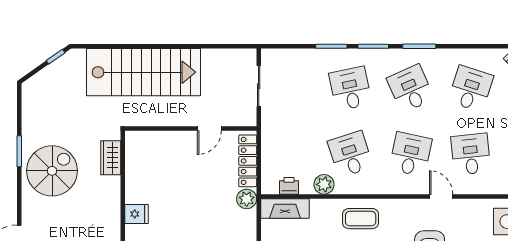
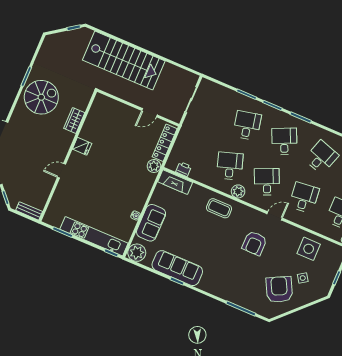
desk: (411, 154) -> (267, 182), turned -36
wardrobe: (111, 158) -> (74, 121), moved
plant: (324, 184) -> (238, 191), moved
door: (441, 196) -> (275, 216), hinge flipped

